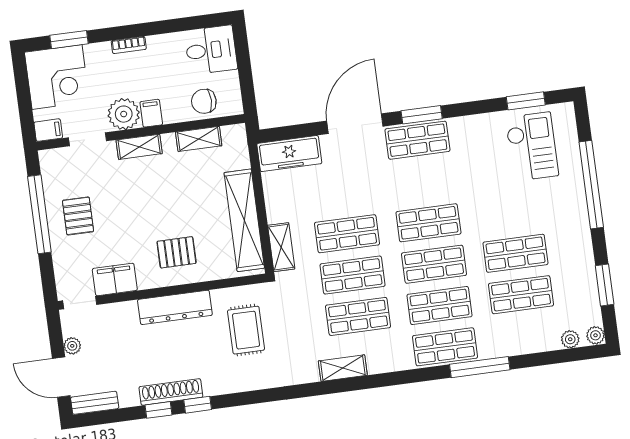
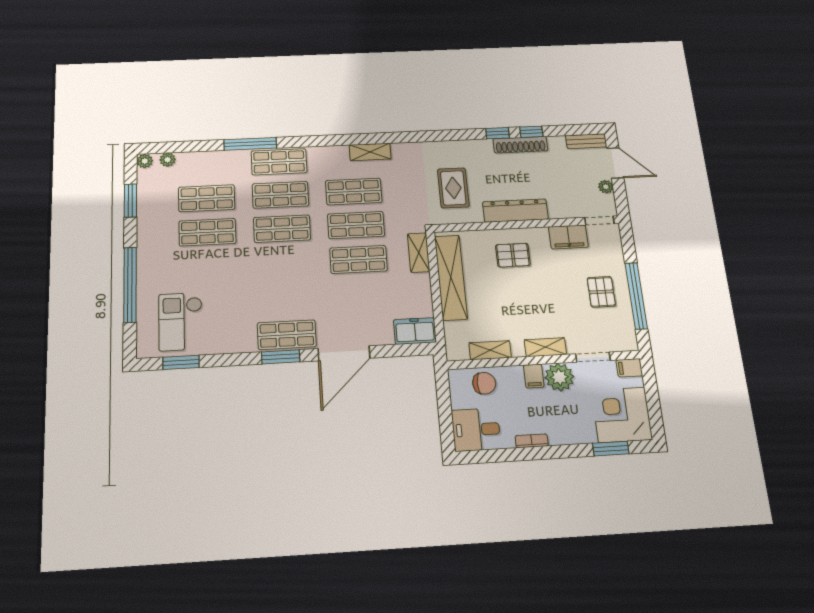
bookcase: (129, 45) -> (532, 441), moved
freezer: (289, 154) -> (415, 331), width x0.71
shop shelf: (428, 223) -> (284, 263), removed

